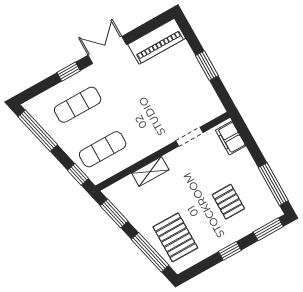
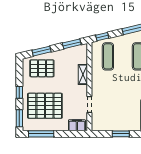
pallet: (228, 202) -> (45, 106), width x2.05, depth x2.00
window: (150, 252) -> (42, 51), width x0.69

